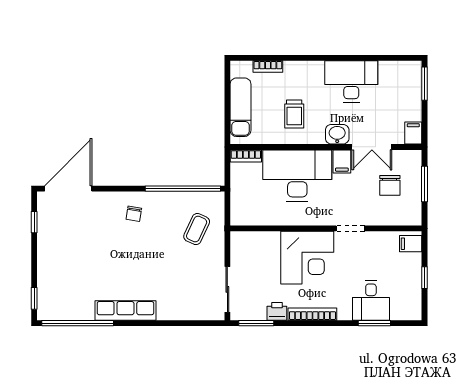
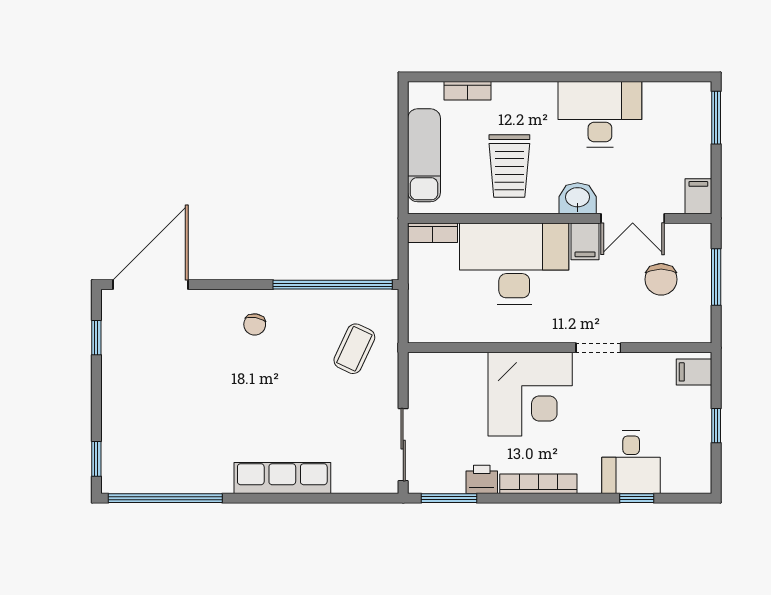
trolley: (294, 114) -> (509, 166), width x1.36, depth x1.39
row of seats: (125, 310) -> (282, 478), moved
window: (374, 323) -> (637, 498), width x0.67

